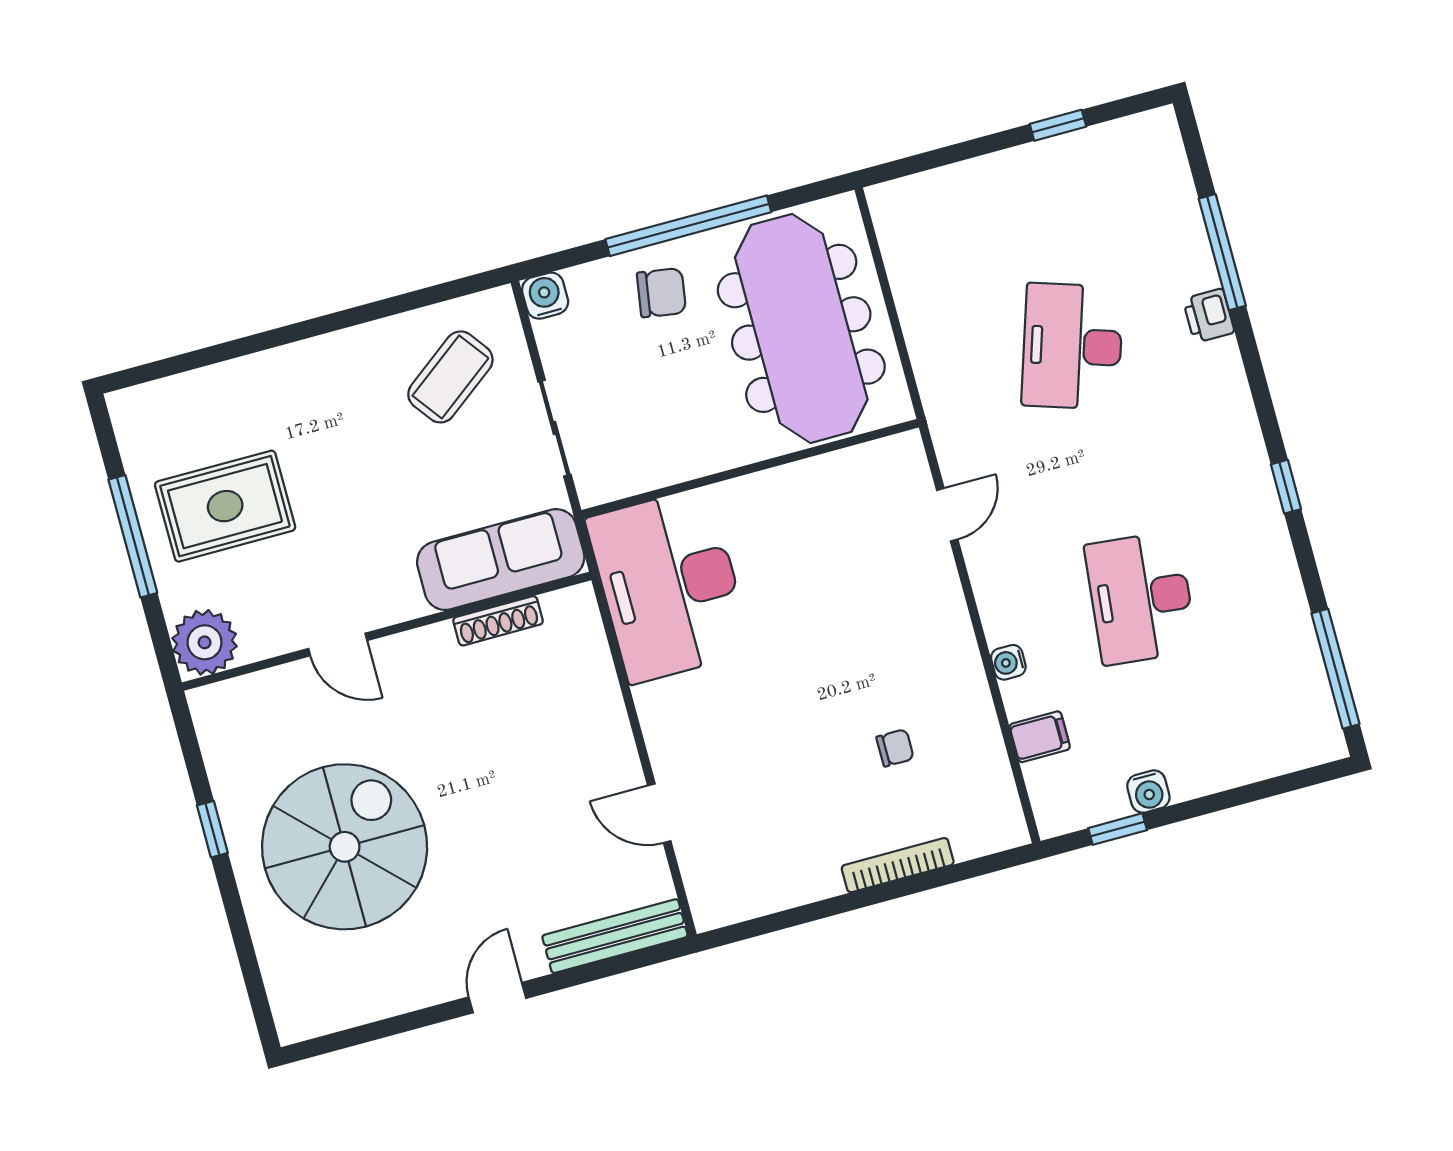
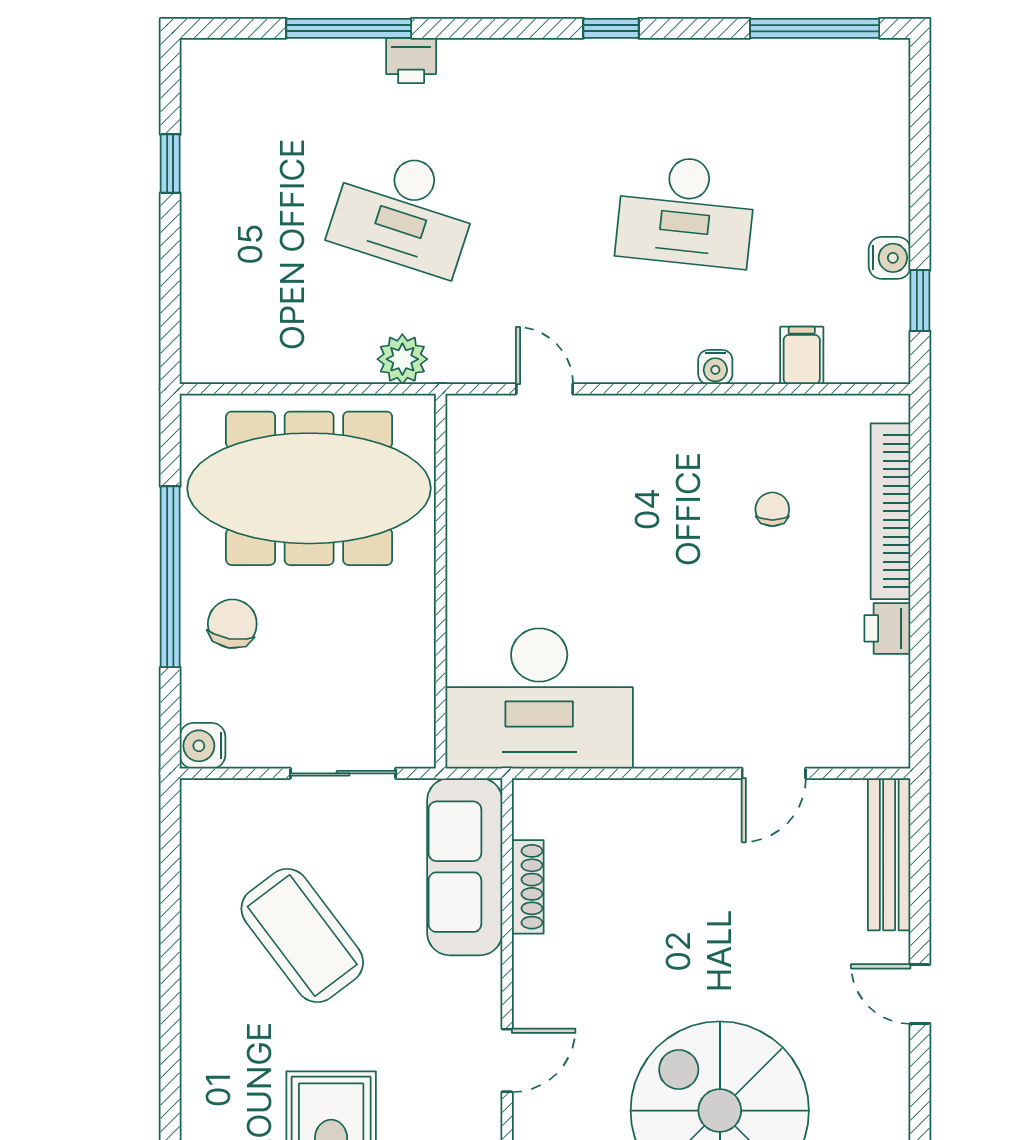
coffee table: (450, 377) -> (302, 935), moved, width x1.36, depth x1.32
plant: (939, 380) -> (402, 359), added
bookcase: (898, 865) -> (890, 511), width x1.48, depth x1.31
printer: (816, 880) -> (887, 628), added

